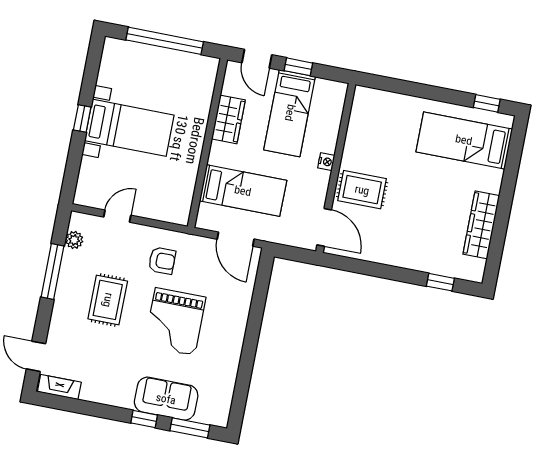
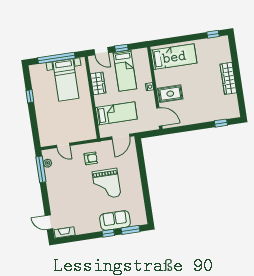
window: (82, 118) -> (30, 96), moved
bed with nightstands: (129, 128) -> (66, 80), moved, turned 90
bed: (464, 140) -> (174, 57), moved, turned 180
door: (117, 216) -> (63, 145), swing flipped
wardrobe: (481, 225) -> (228, 78), moved
door: (236, 239) -> (121, 137), hinge flipped
window: (52, 271) -> (41, 169), moved
rug: (108, 300) -> (72, 185), removed

